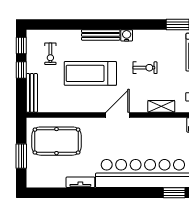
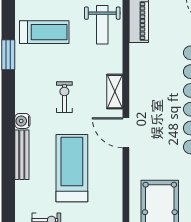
treadmill: (90, 73) -> (72, 168), turned 180
shelving: (161, 106) -> (115, 92), moved

